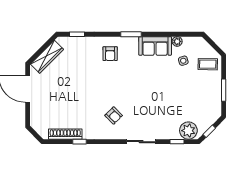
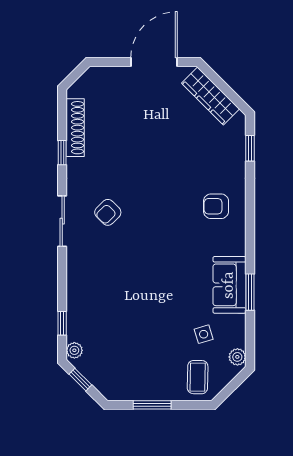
window: (131, 34) -> (250, 292), moved
plant: (177, 41) -> (237, 357), moved
plant: (188, 131) -> (74, 350), width x0.53, depth x0.53
sliding door: (141, 142) -> (62, 221), moved

